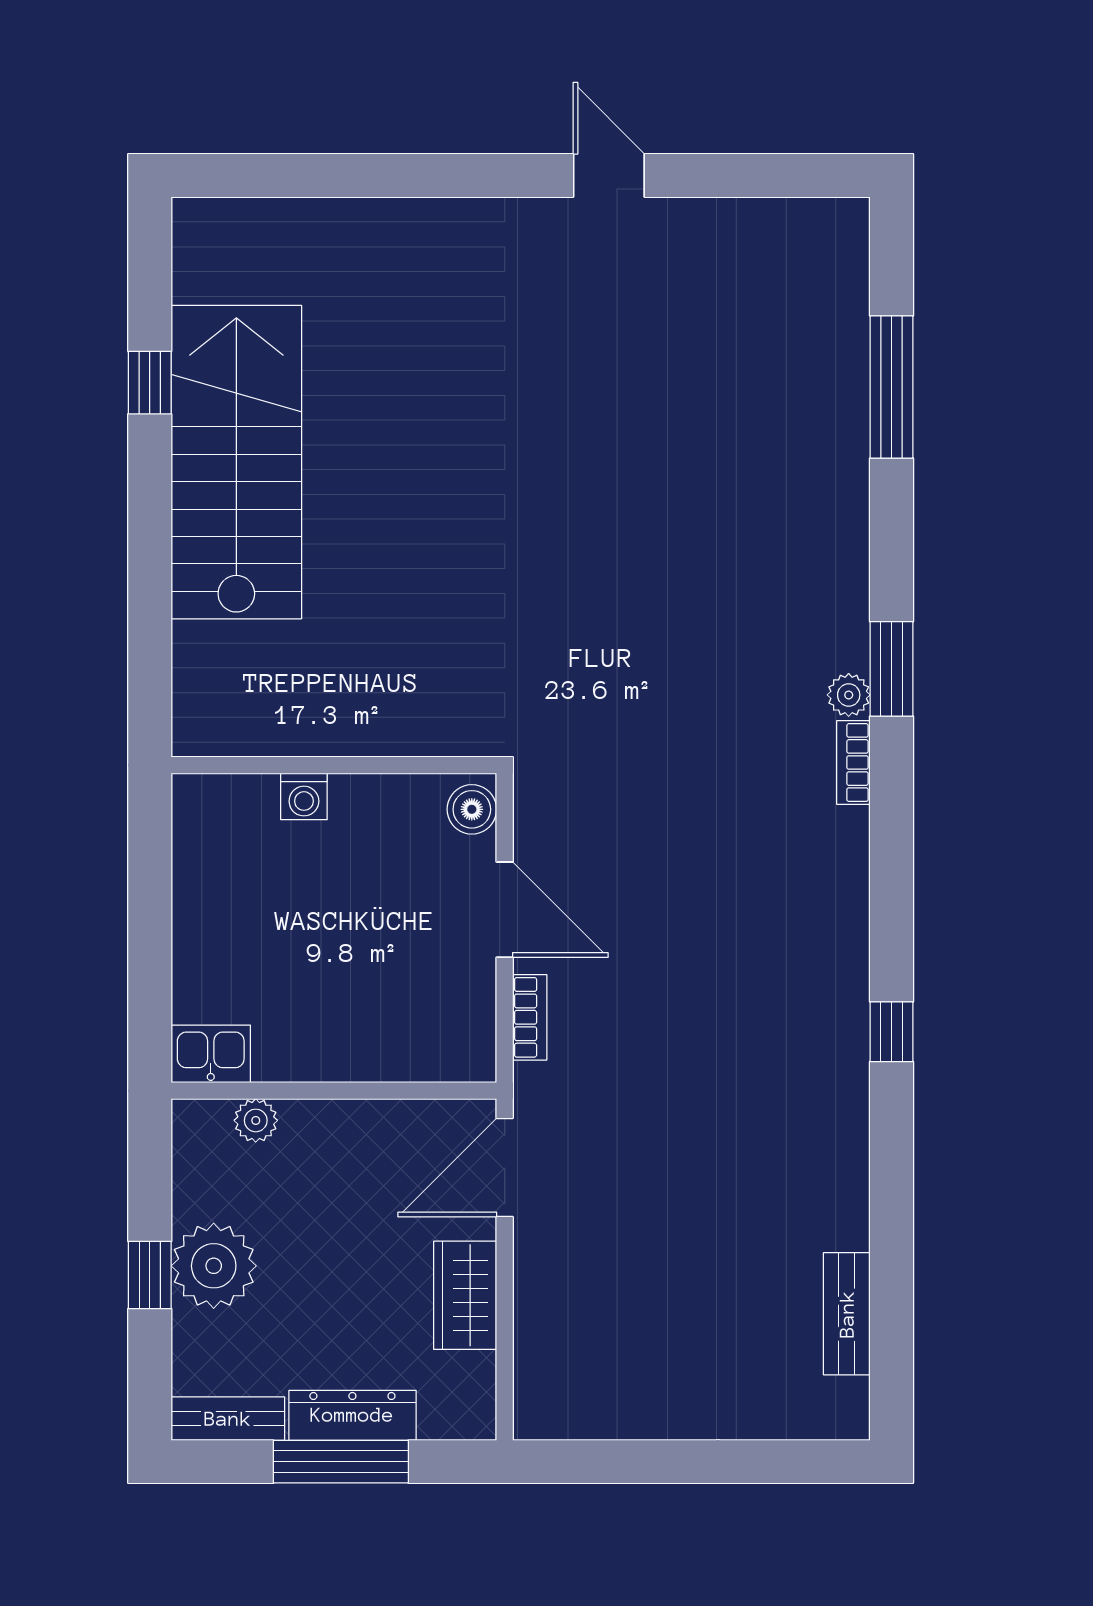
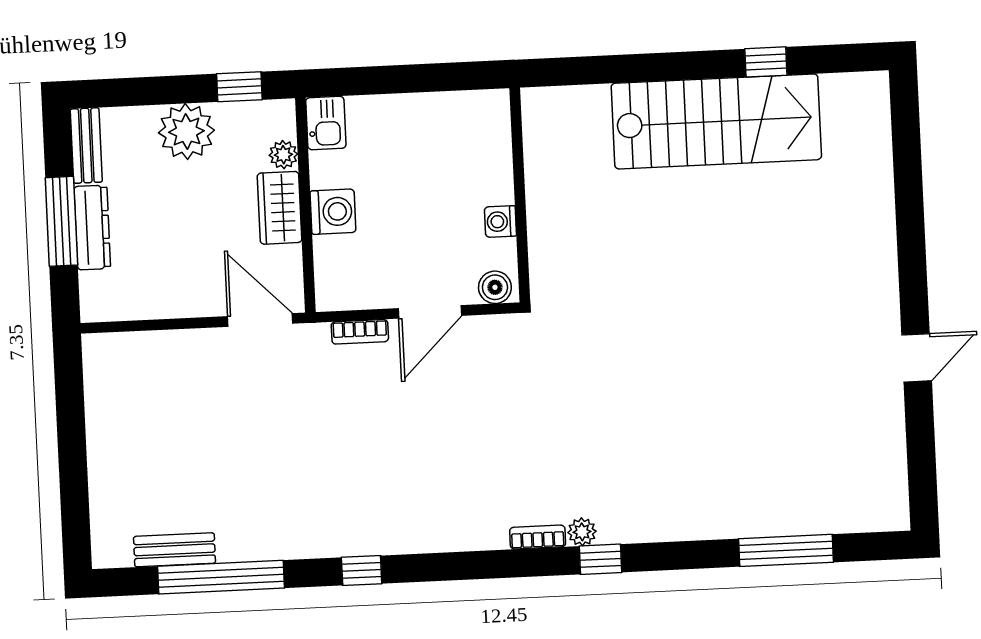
window: (892, 669) -> (601, 559), width x0.67
washing machine: (304, 796) -> (500, 222), moved
washing machine: (346, 1049) -> (333, 212), added
window: (892, 1245) -> (221, 577), added
window: (150, 1275) -> (239, 87), moved
wardrobe: (465, 1295) -> (280, 208), moved, turned -90

